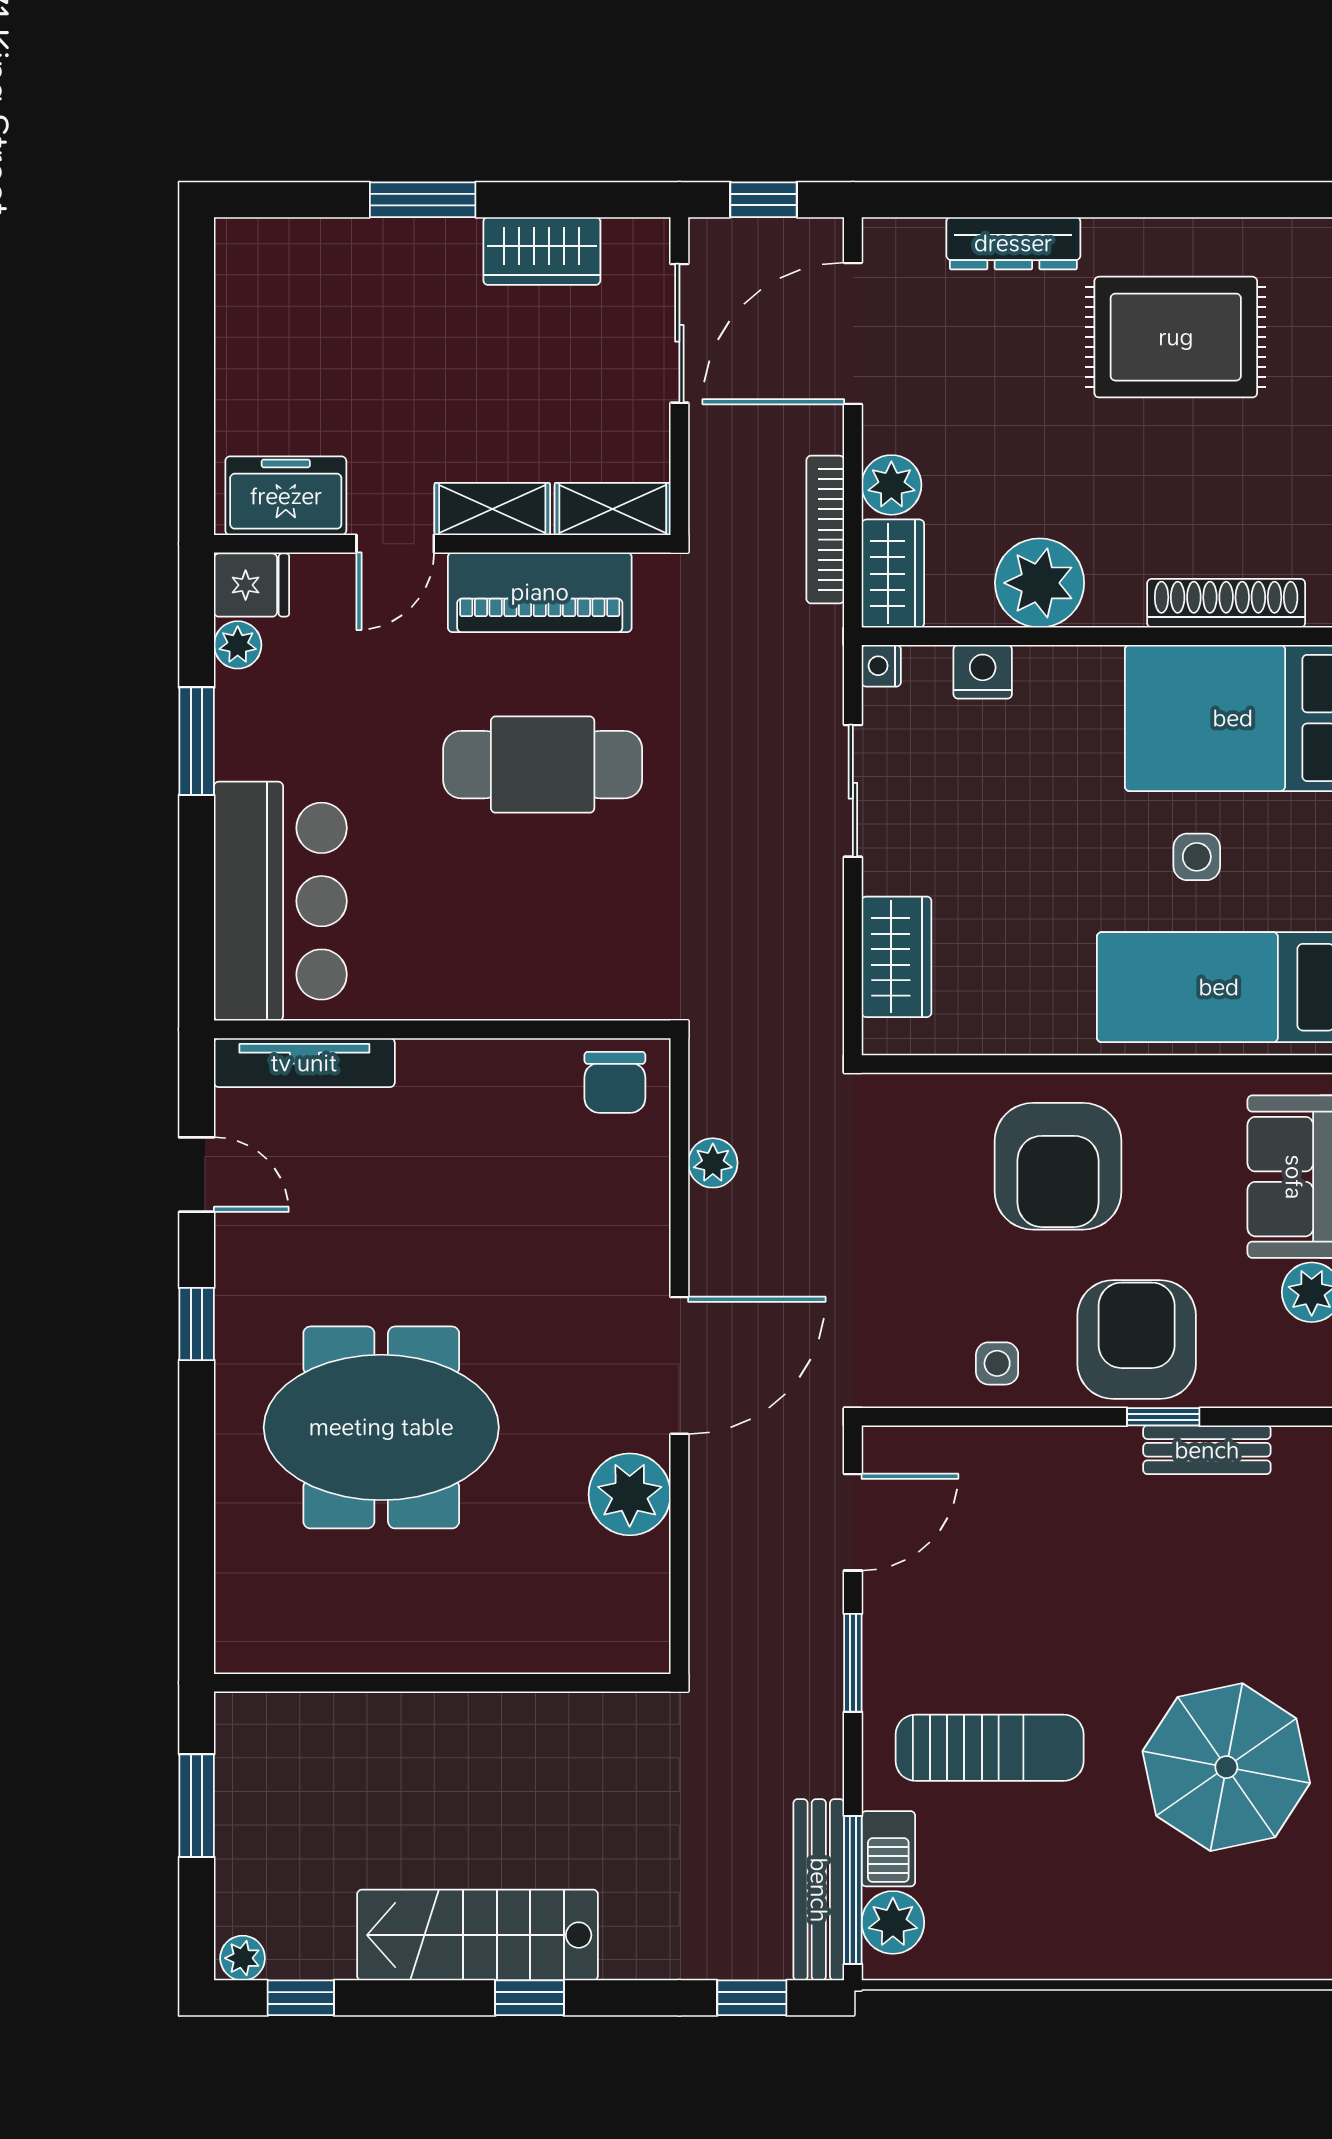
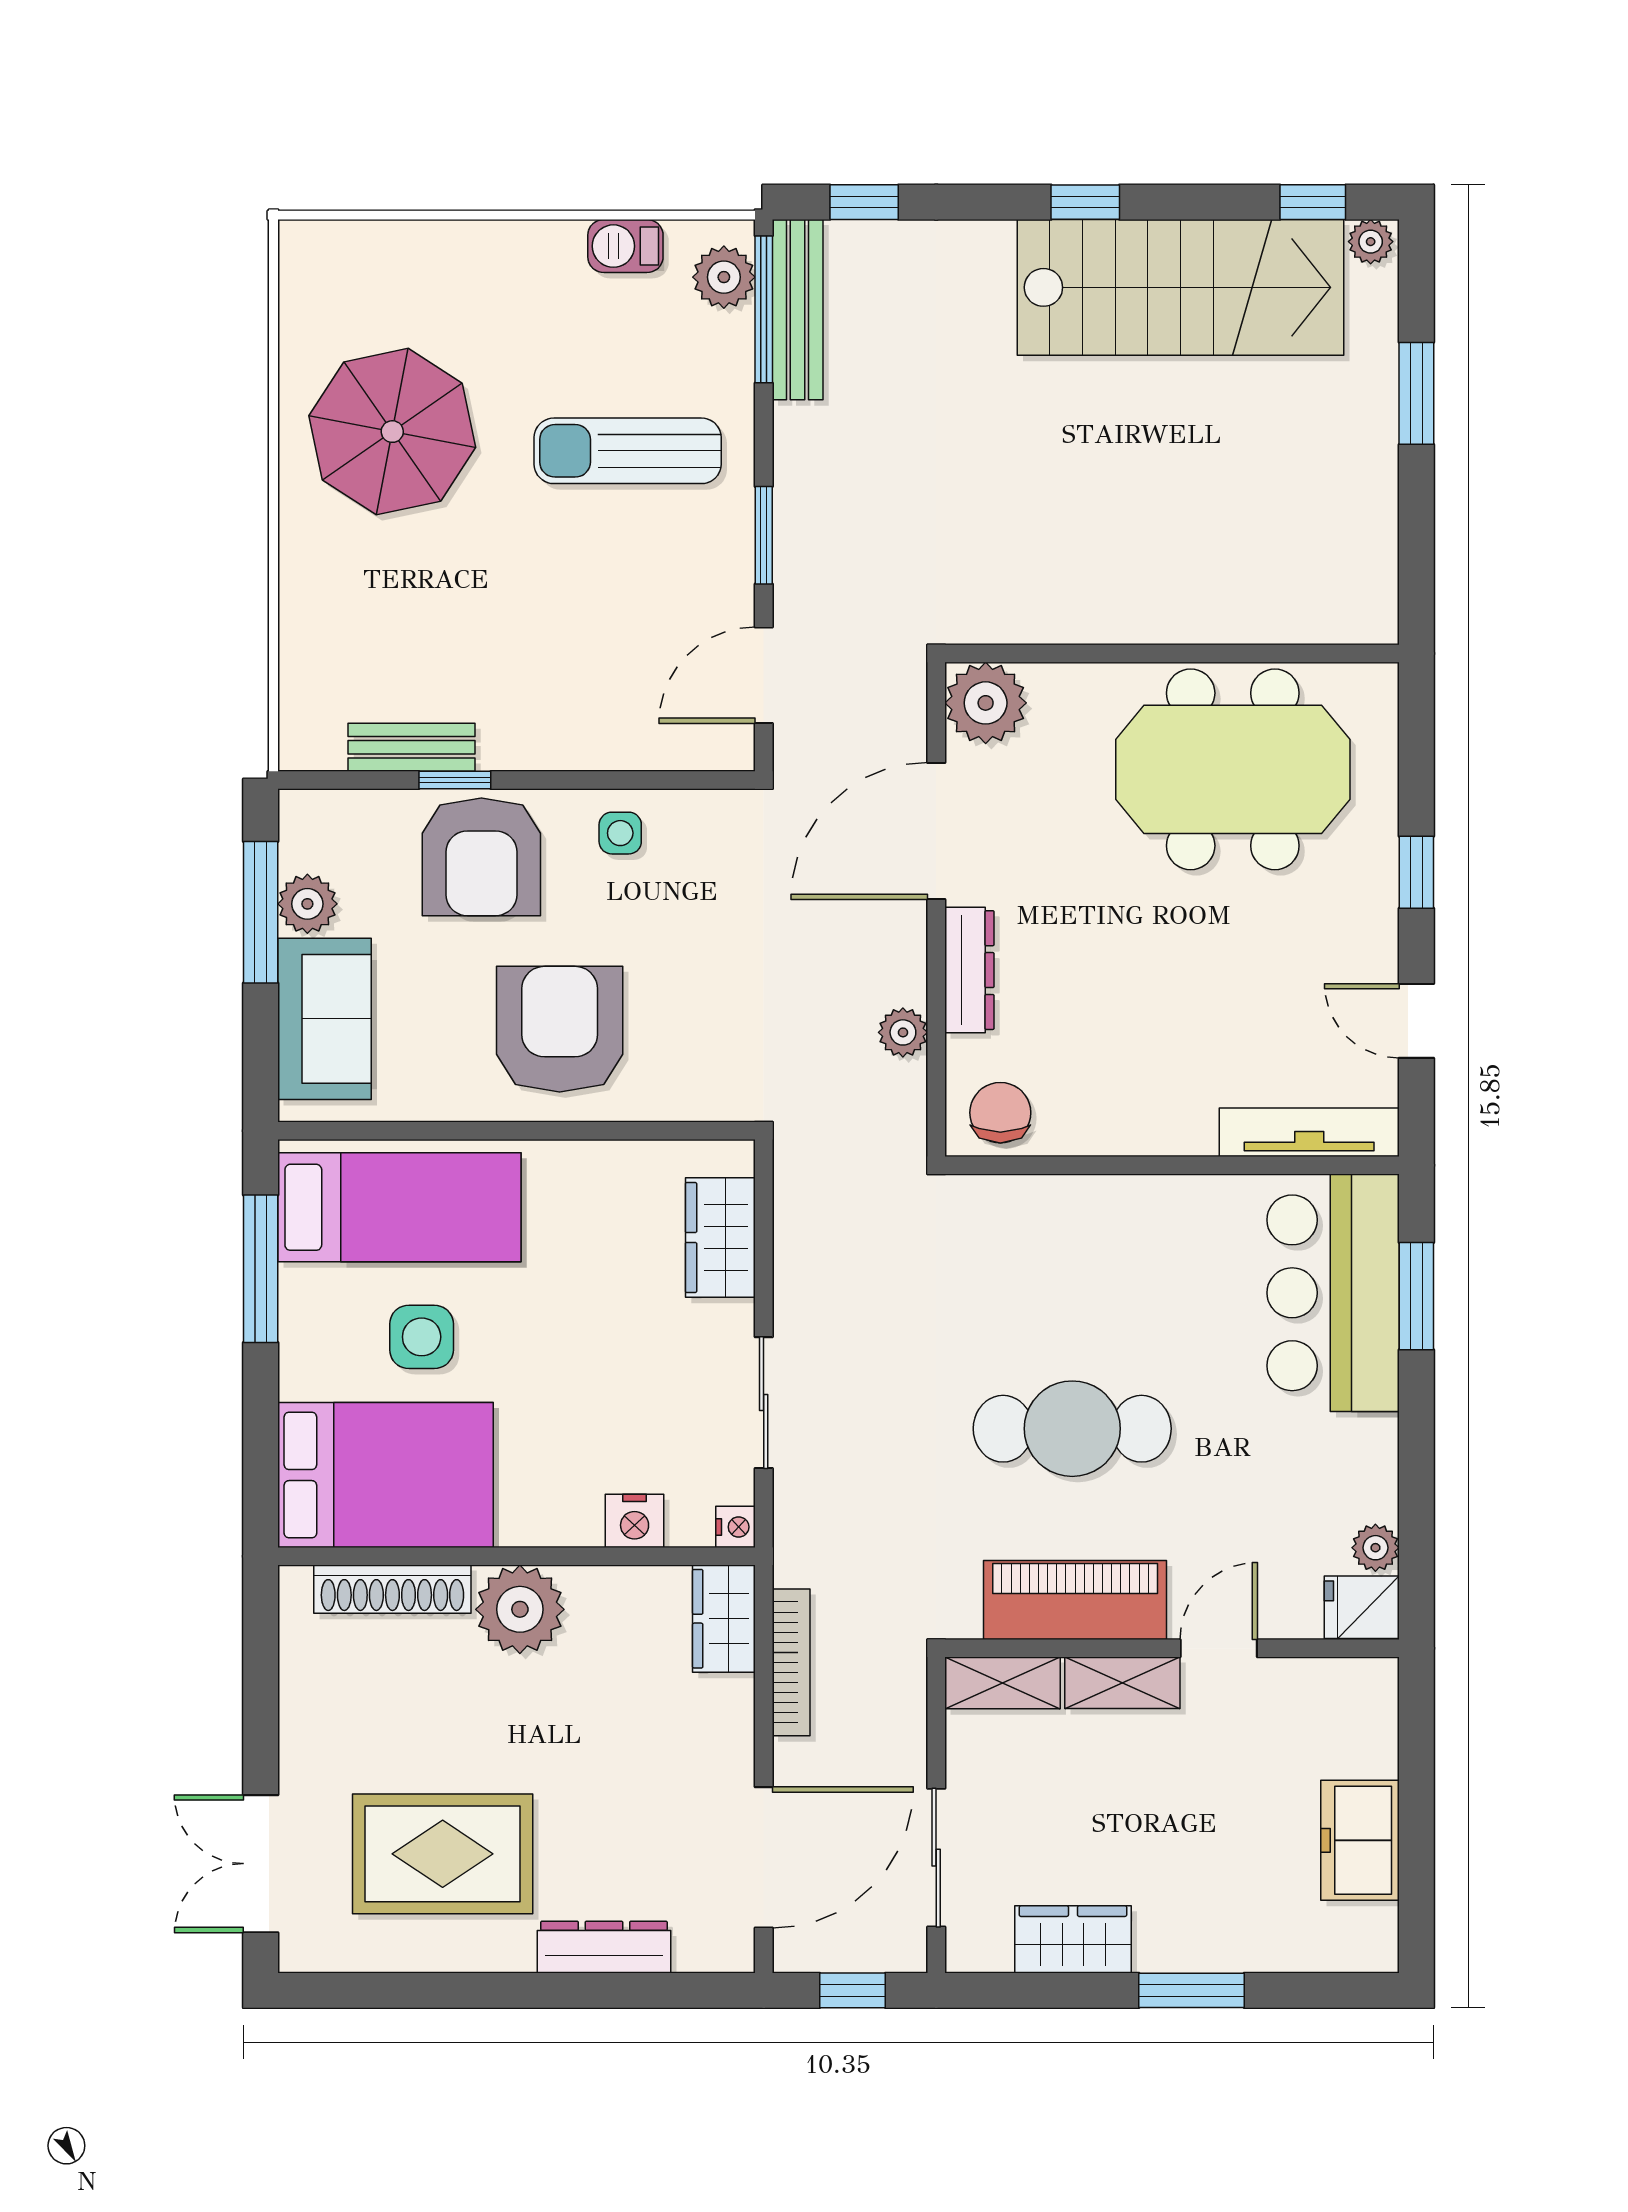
plant: (891, 485) -> (725, 1707), removed
freezer: (286, 496) -> (1360, 1840), moved, turned 90
plant: (1040, 583) -> (520, 1609), moved
window: (197, 741) -> (1416, 1296), moved
side table: (1197, 857) -> (422, 1337), width x1.37, depth x1.37
dresser: (646, 1226) -> (969, 970), added
wall: (442, 1683) -> (1172, 654), moved
barbecue: (888, 1849) -> (625, 246), moved, turned -90
stairs: (477, 1935) -> (1181, 287), width x1.36, depth x1.51

